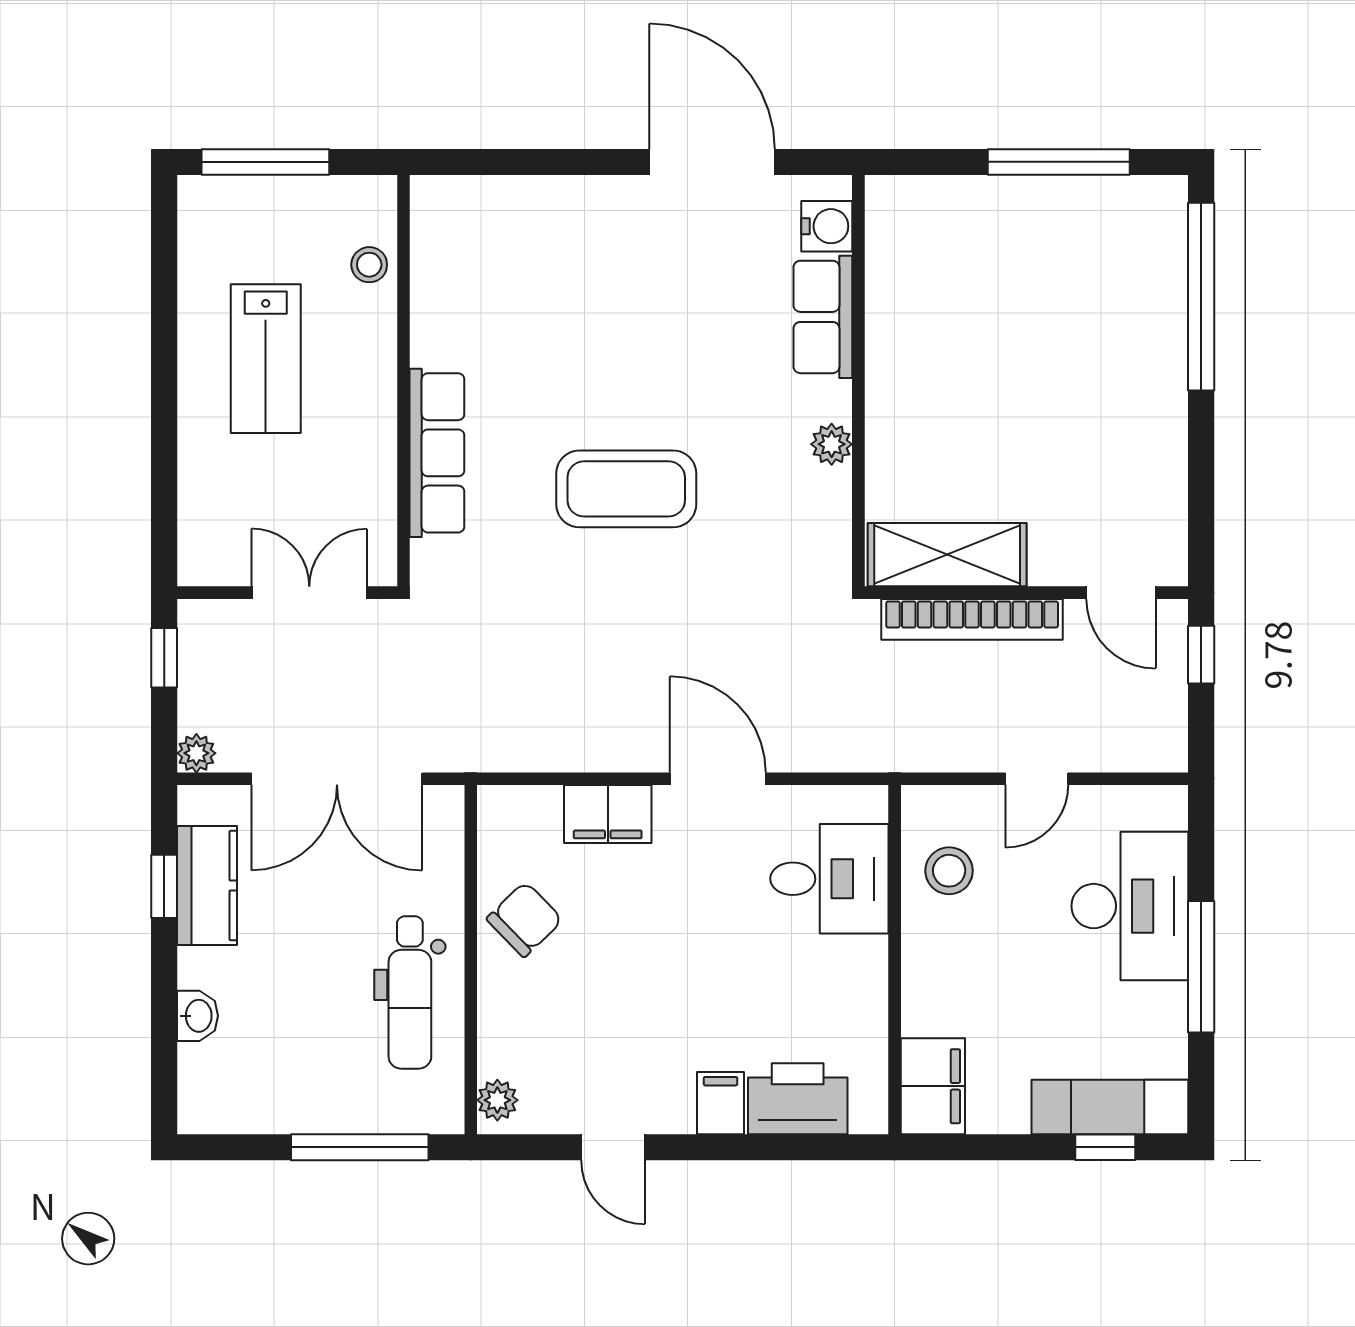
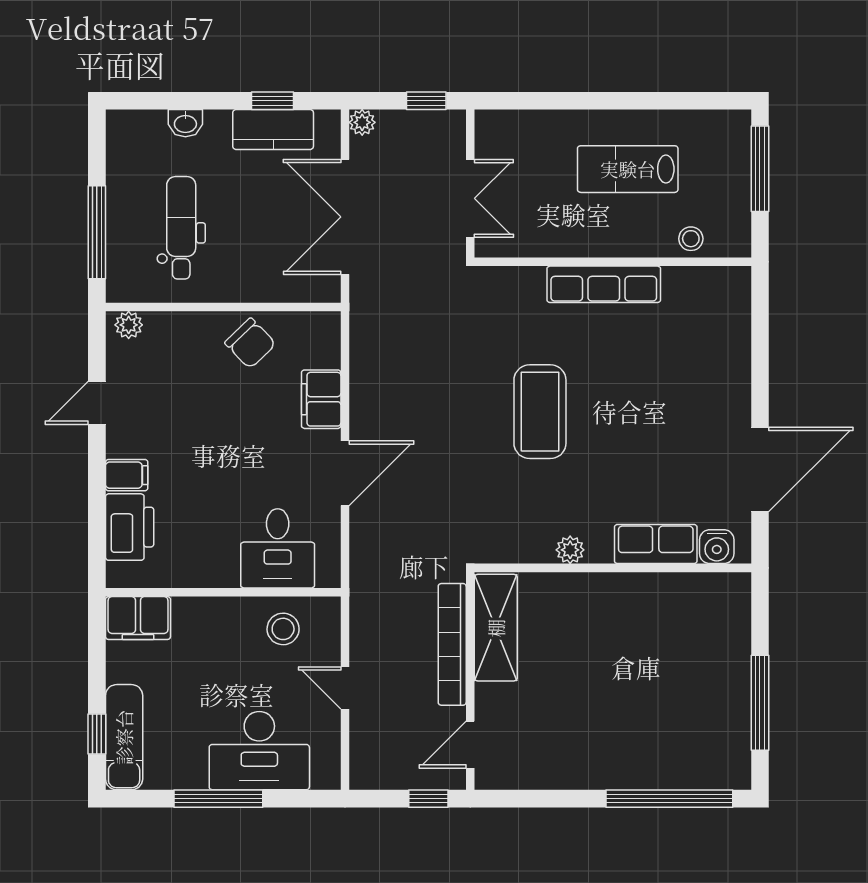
row of seats: (437, 453) -> (604, 284), moved
dental chair: (410, 992) -> (181, 228), moved, turned 90

